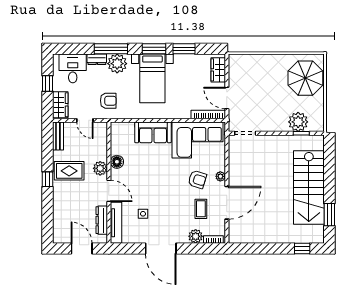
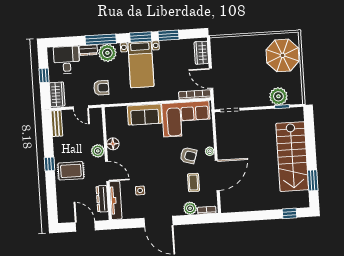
rug: (69, 171) -> (71, 171), moved

